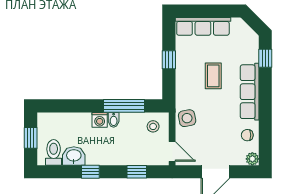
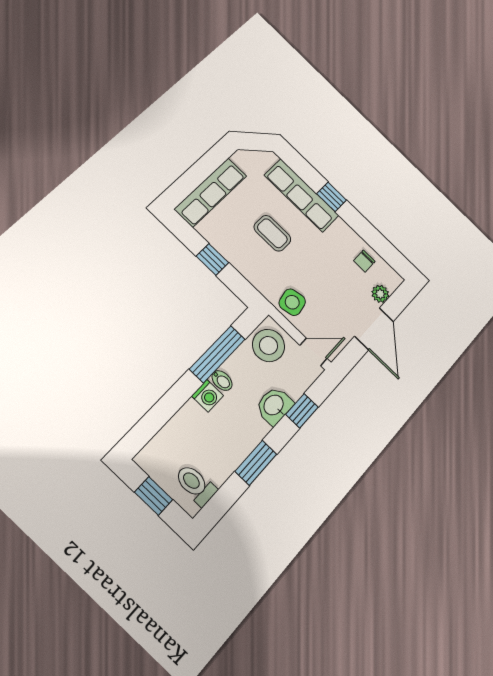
window: (265, 58) -> (332, 197), moved
row of seats: (250, 92) -> (302, 195), moved
stool: (153, 126) -> (268, 345), width x1.89, depth x1.89
washbasin: (74, 156) -> (274, 406), moved
plant: (252, 159) -> (380, 294), moved
window: (90, 172) -> (256, 463), width x1.50

